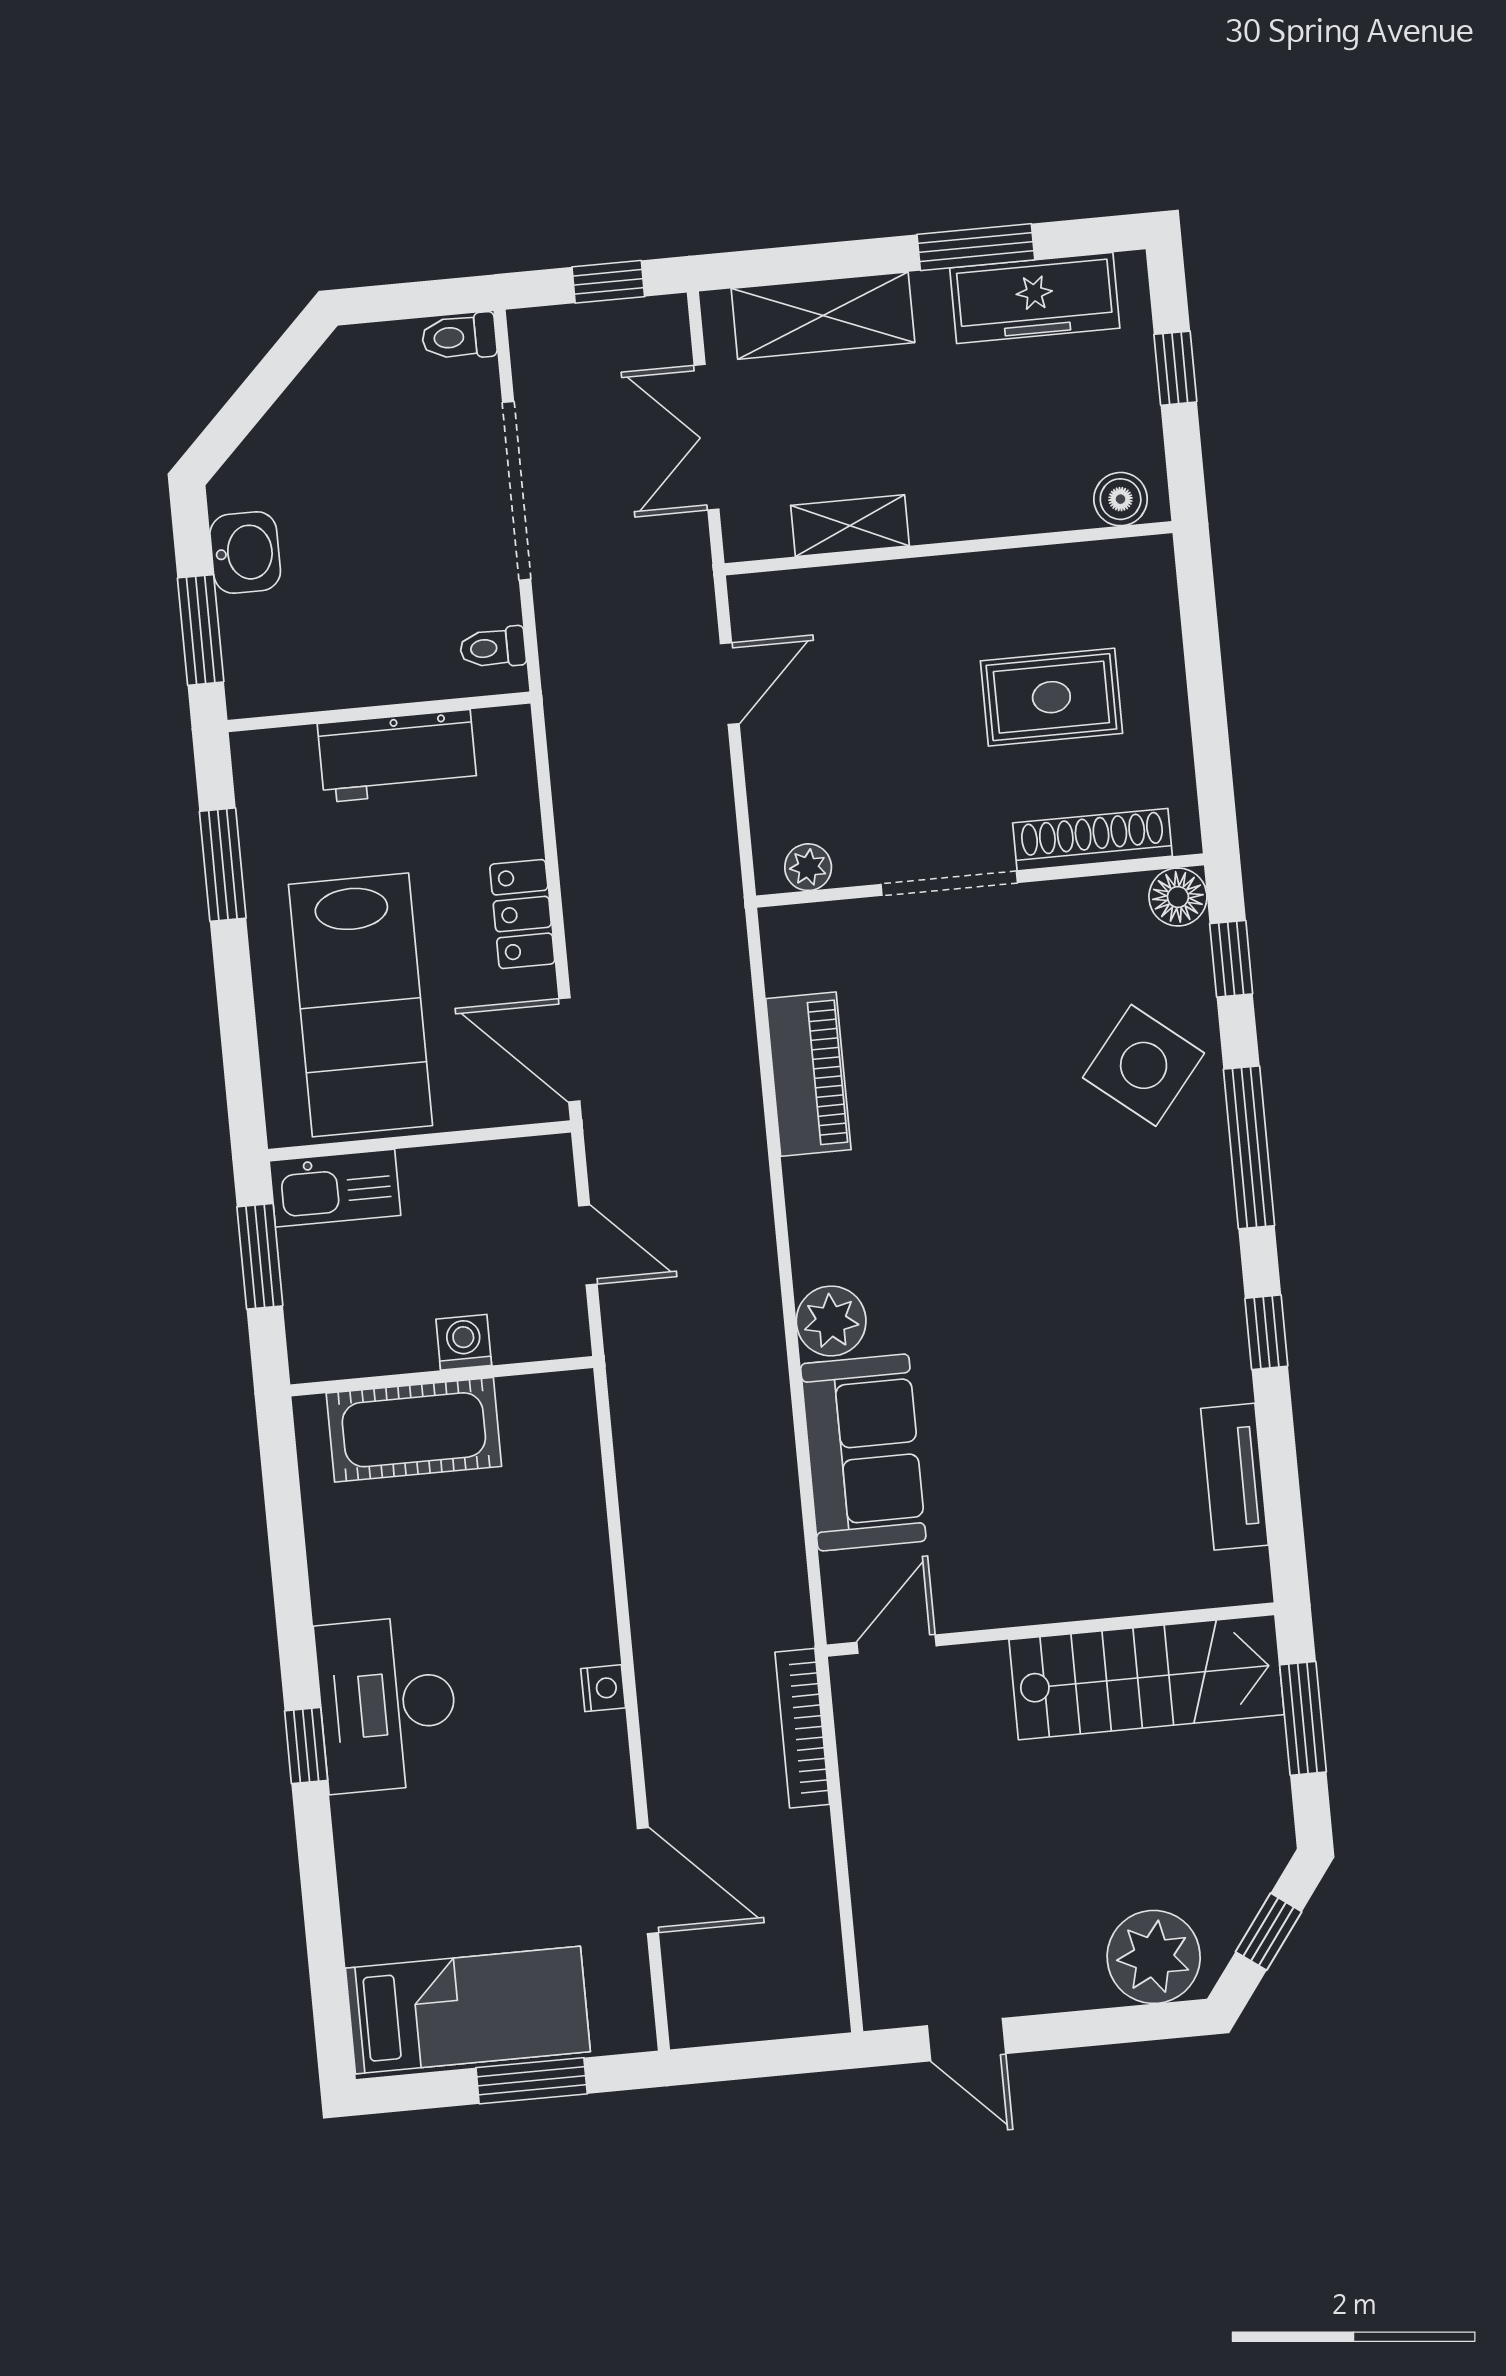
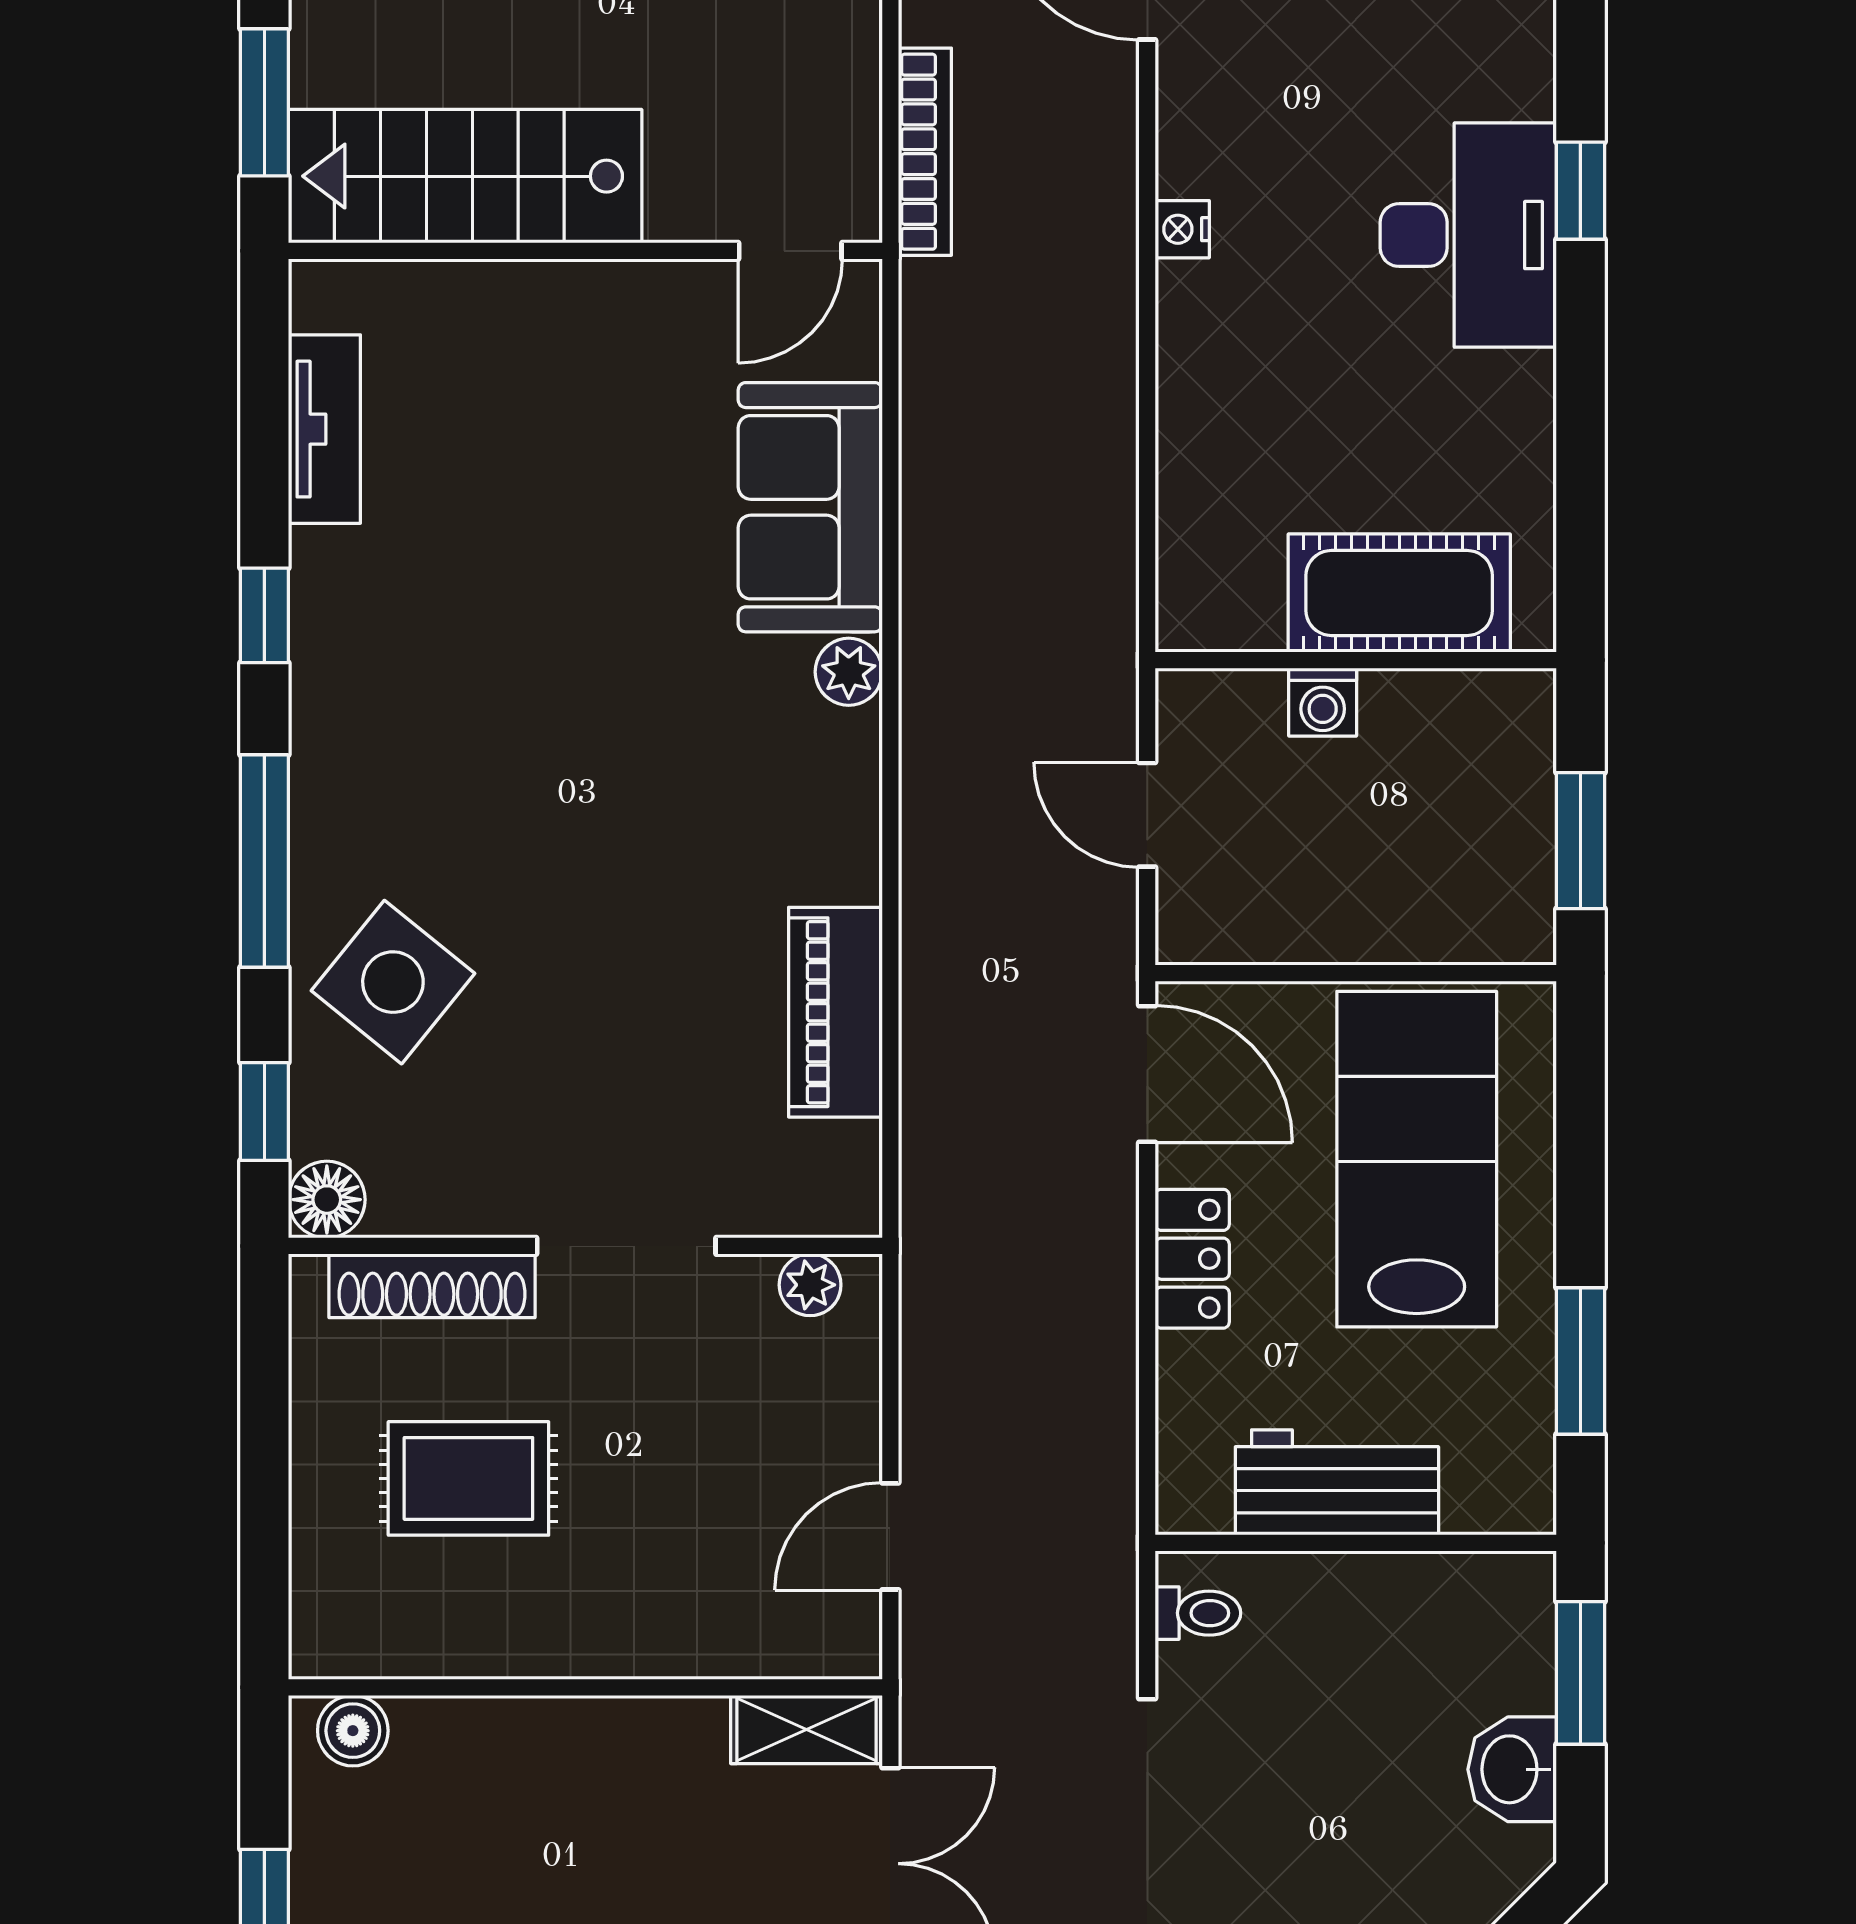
shelving: (850, 526) -> (807, 1729), moved
kitchen sink: (335, 1188) -> (1473, 921), removed
plant: (831, 1321) -> (849, 672), width x0.73, depth x0.73

